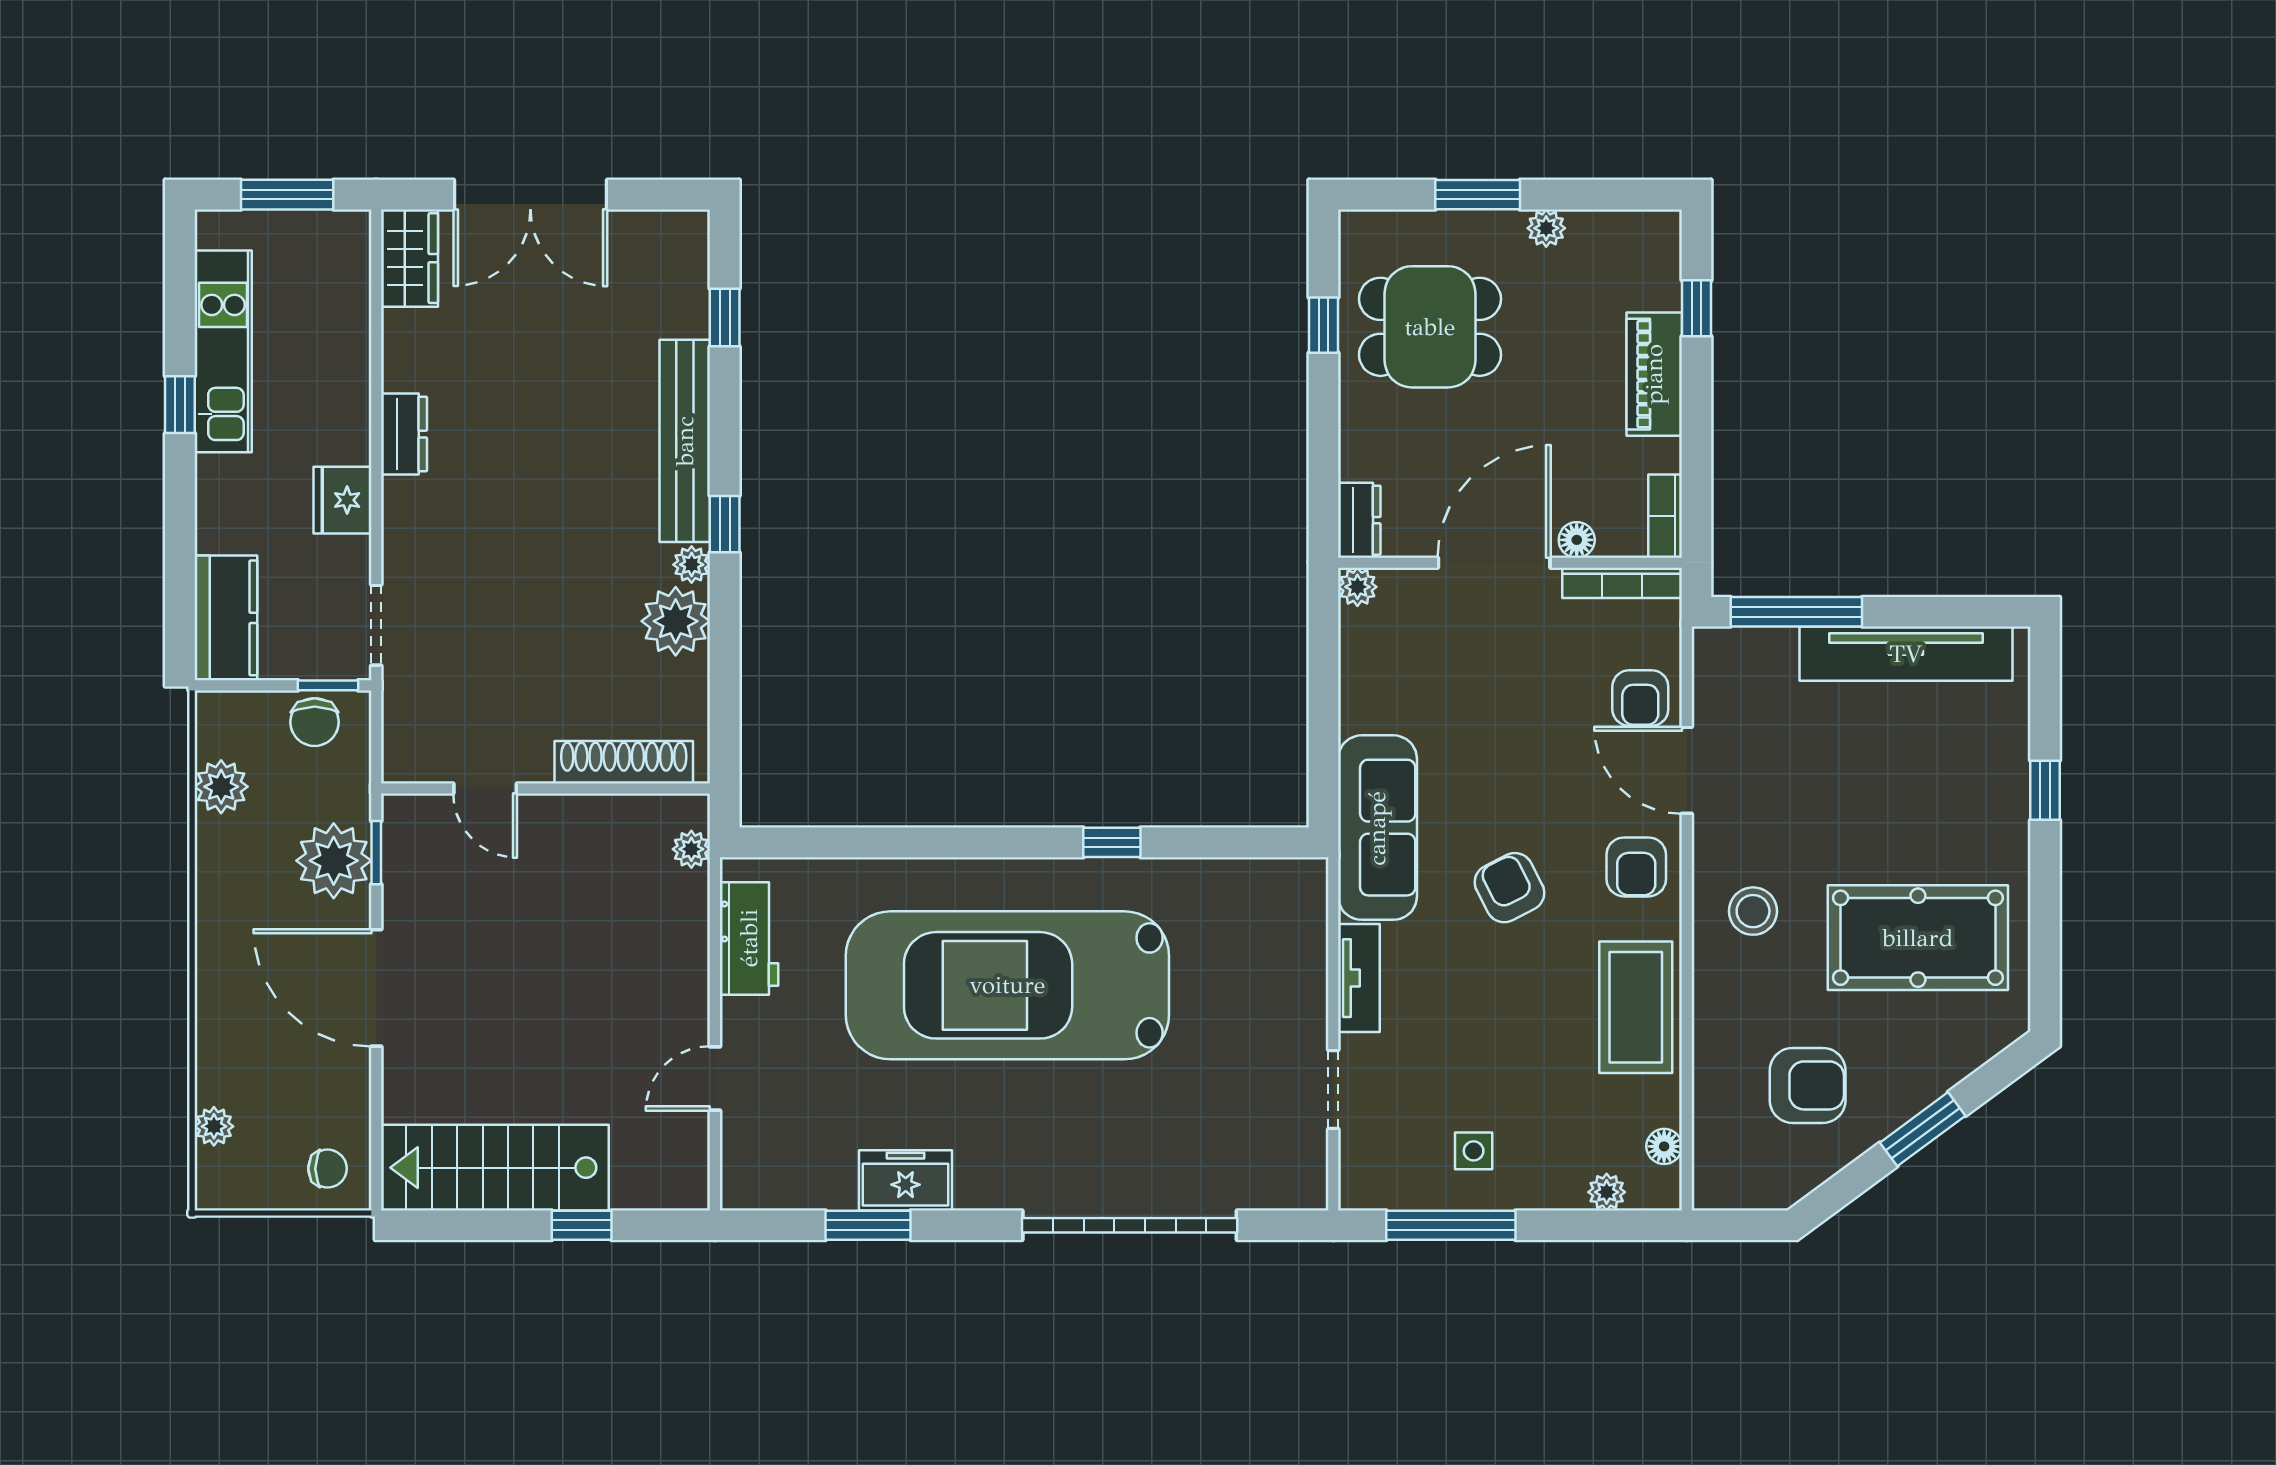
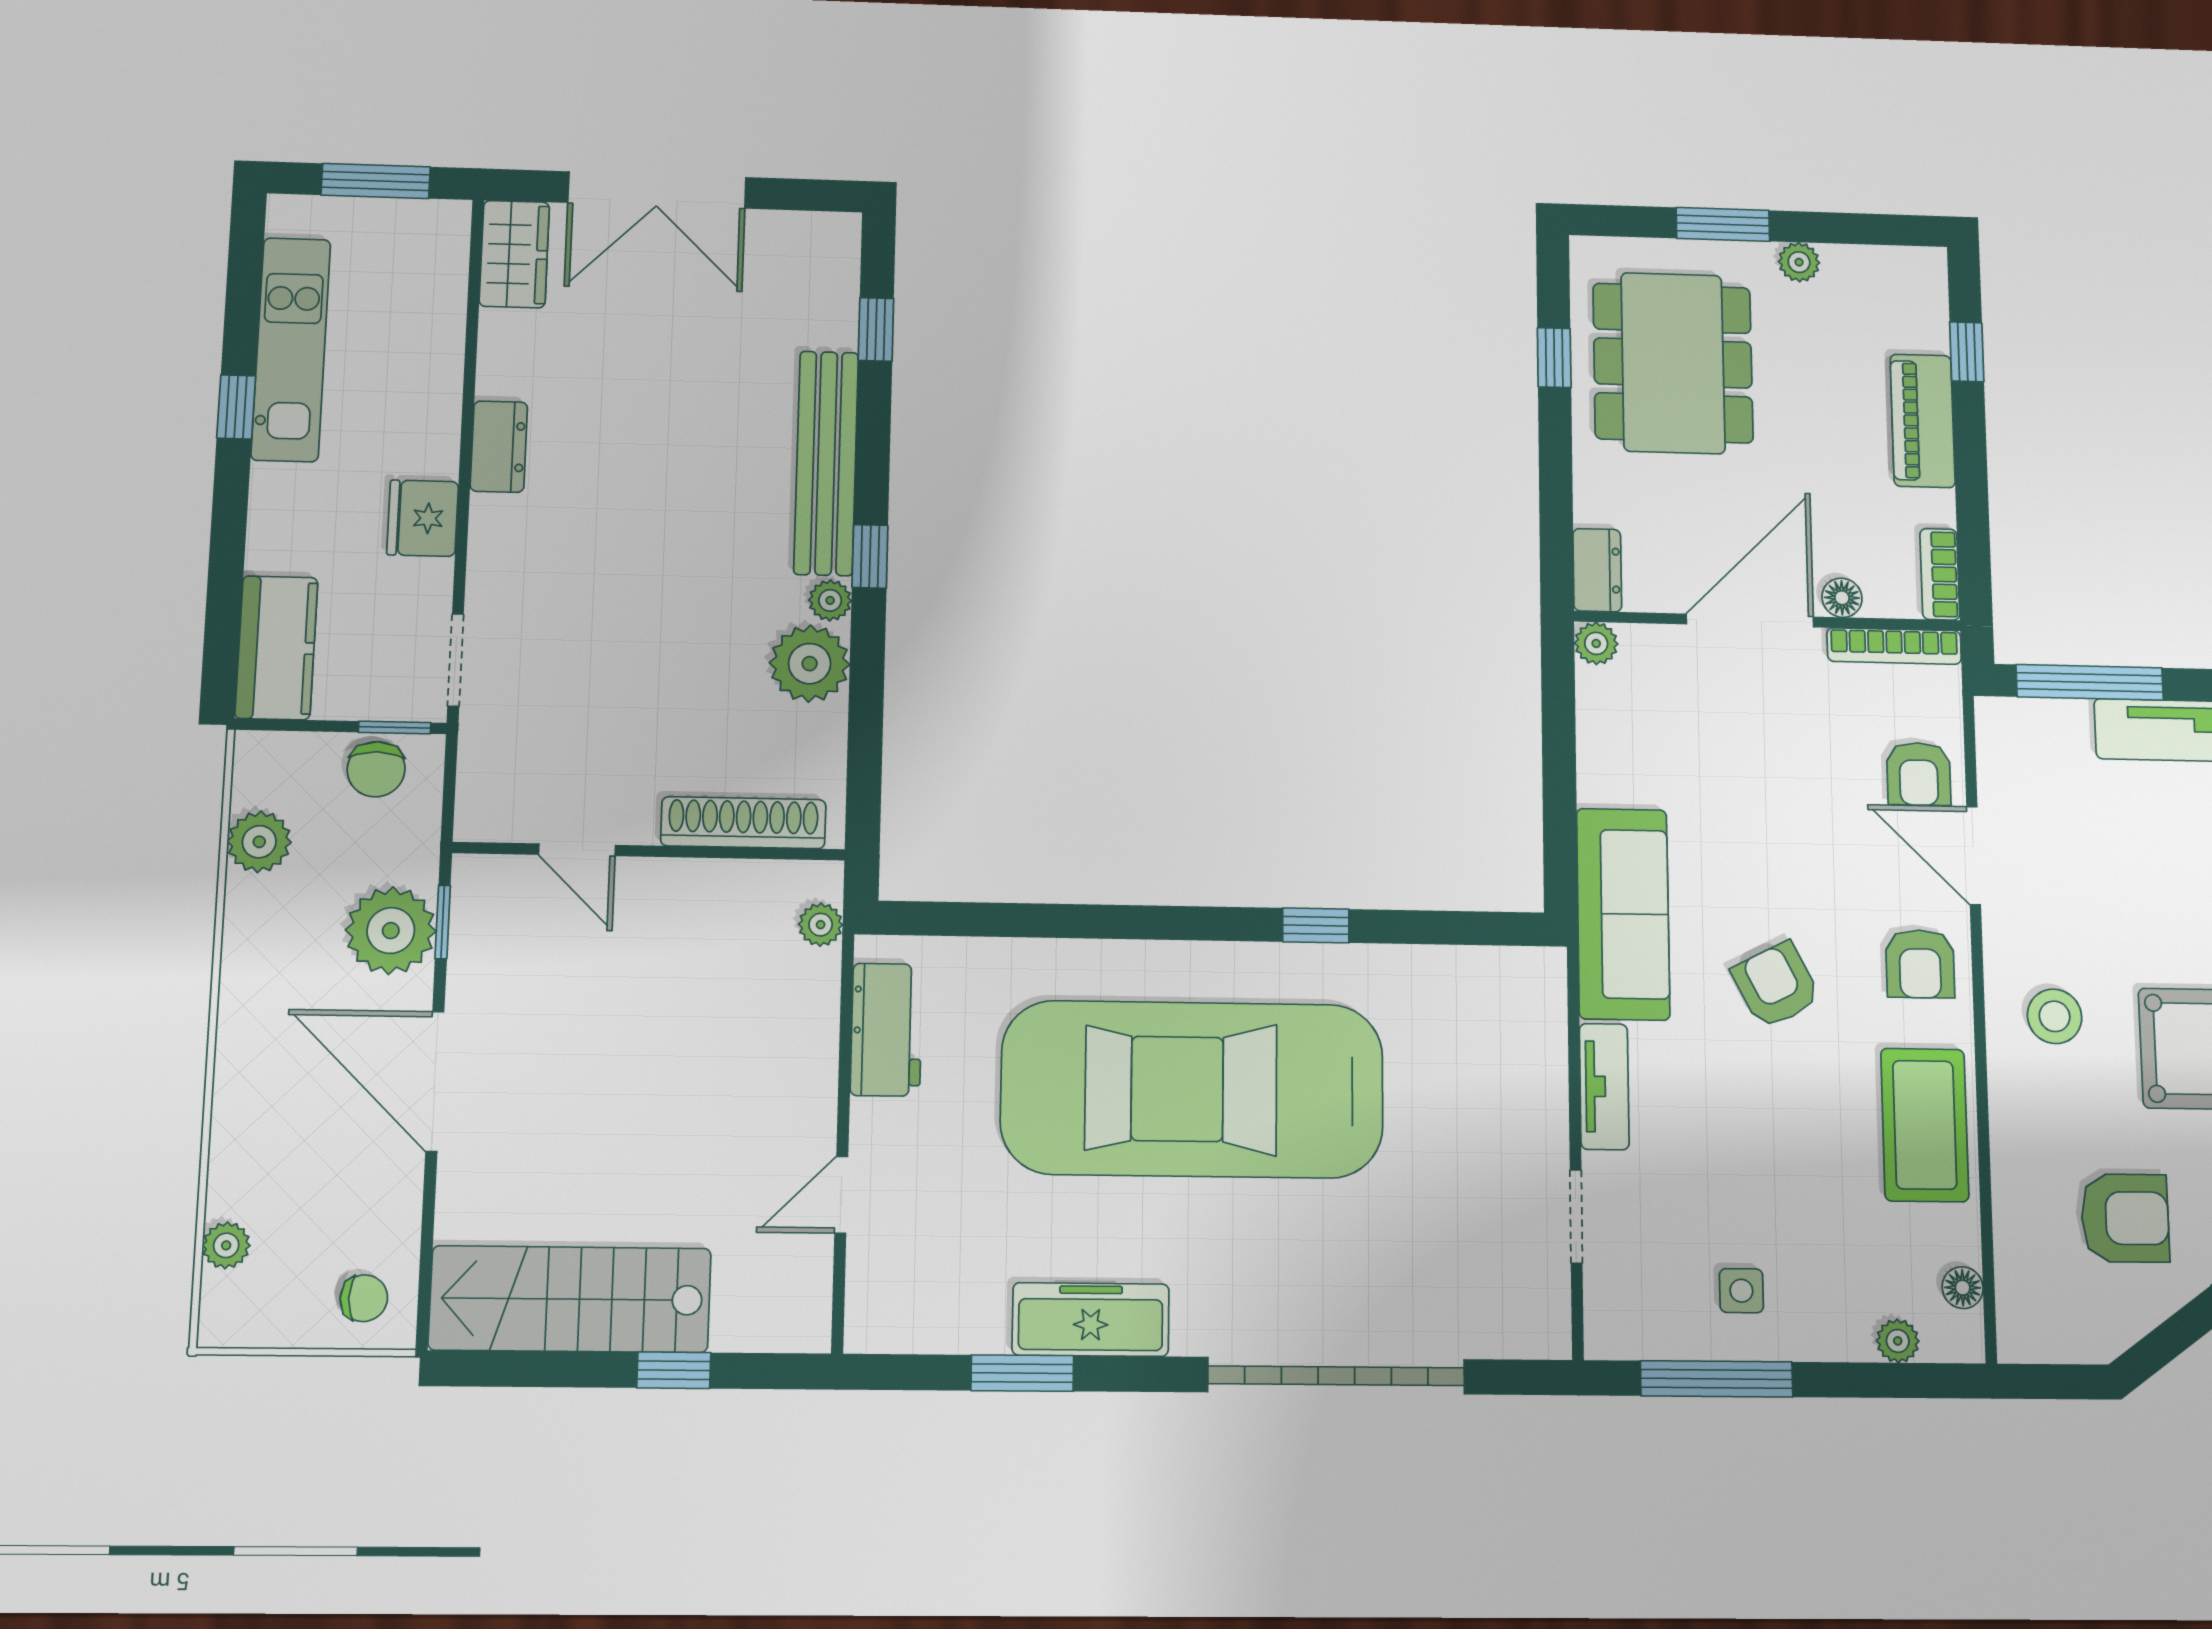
dining table: (1430, 327) -> (1673, 363), width x1.38
freezer: (906, 1180) -> (1091, 1320), width x1.40

